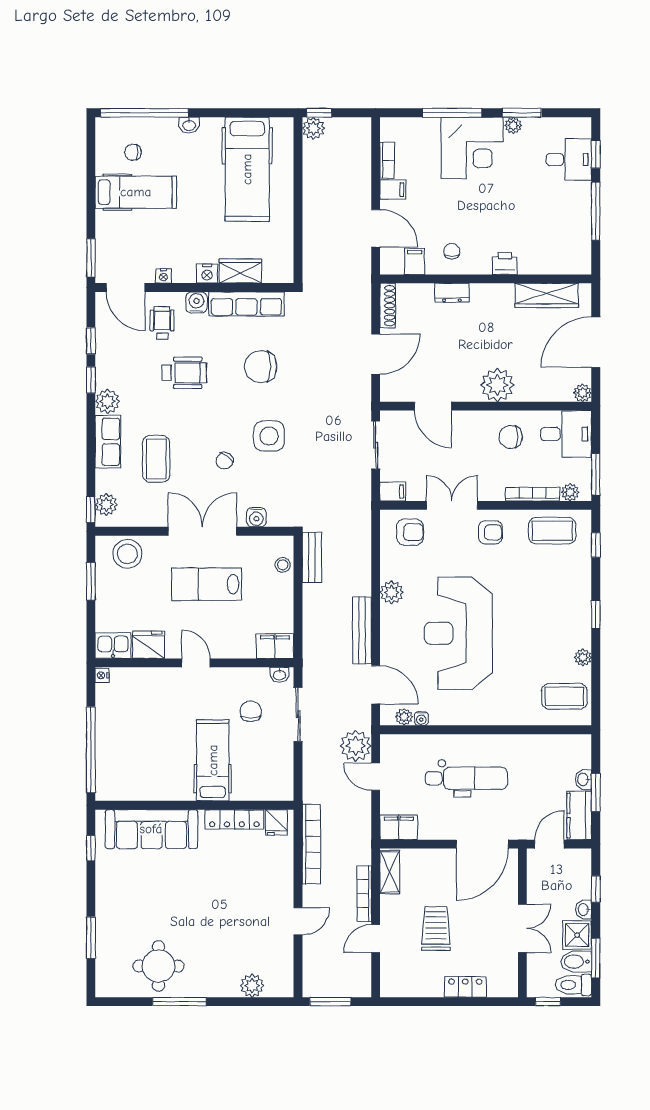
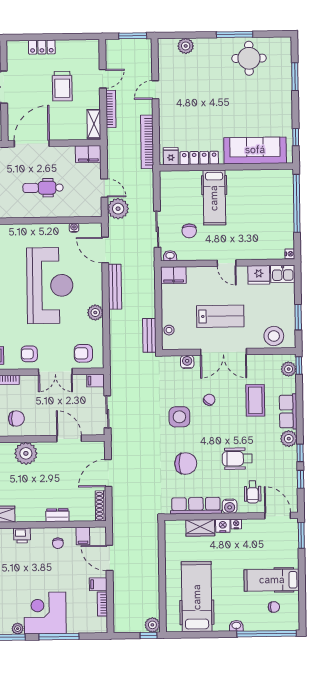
nightstand: (163, 276) -> (236, 524), moved
plant: (404, 717) -> (86, 229), removed
dental chair: (466, 778) -> (43, 188), width x0.73, depth x0.72

